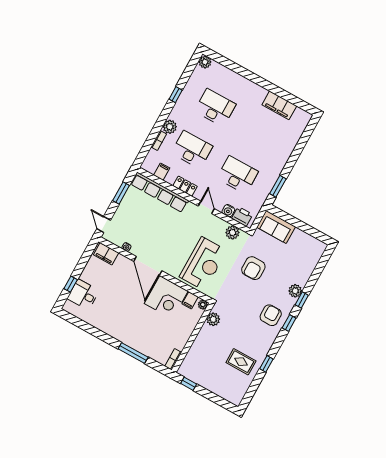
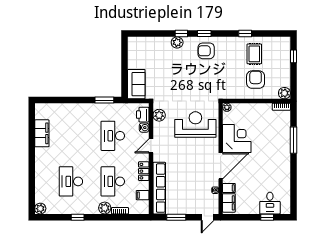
armchair: (253, 268) -> (256, 80), moved, turned -90
filing cabinet: (190, 300) -> (229, 188), moved
plant: (213, 319) -> (284, 93), moved
window: (189, 384) -> (293, 56), moved

